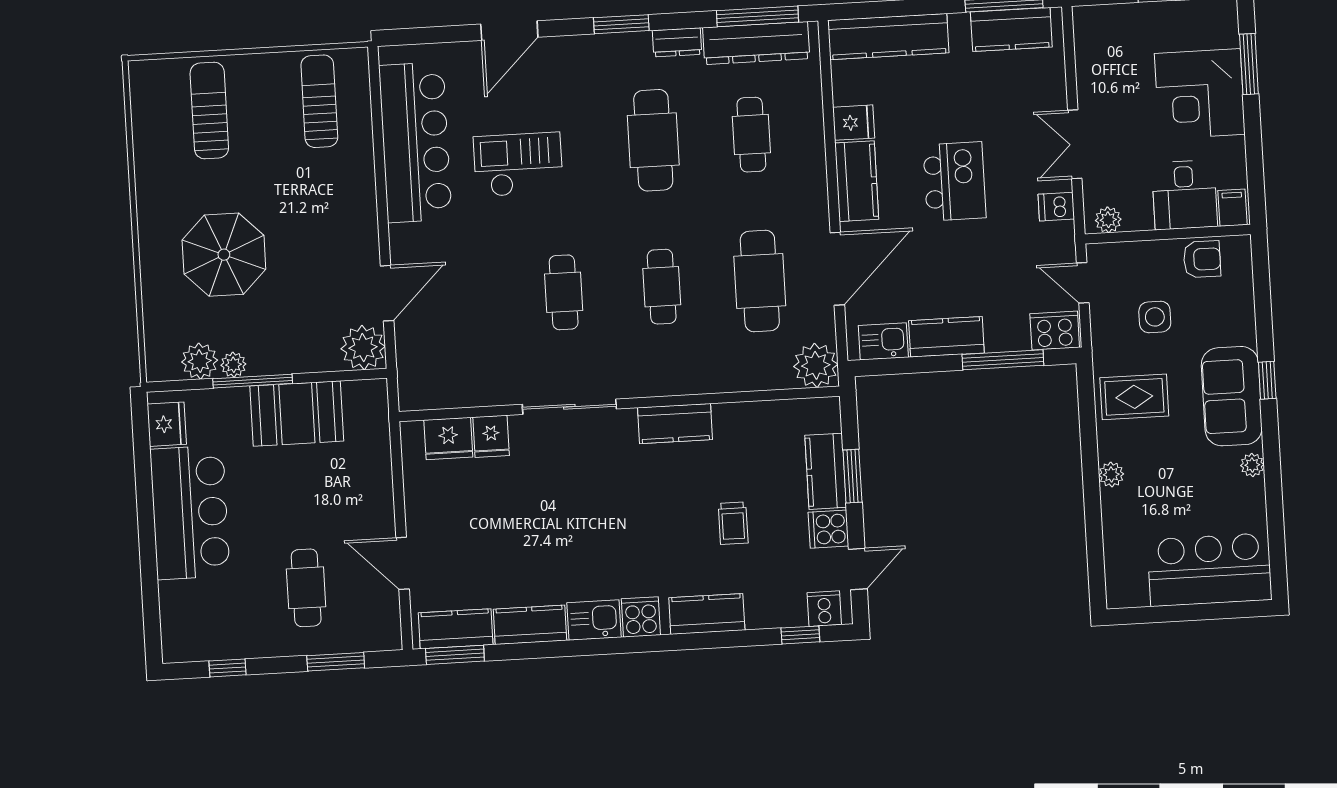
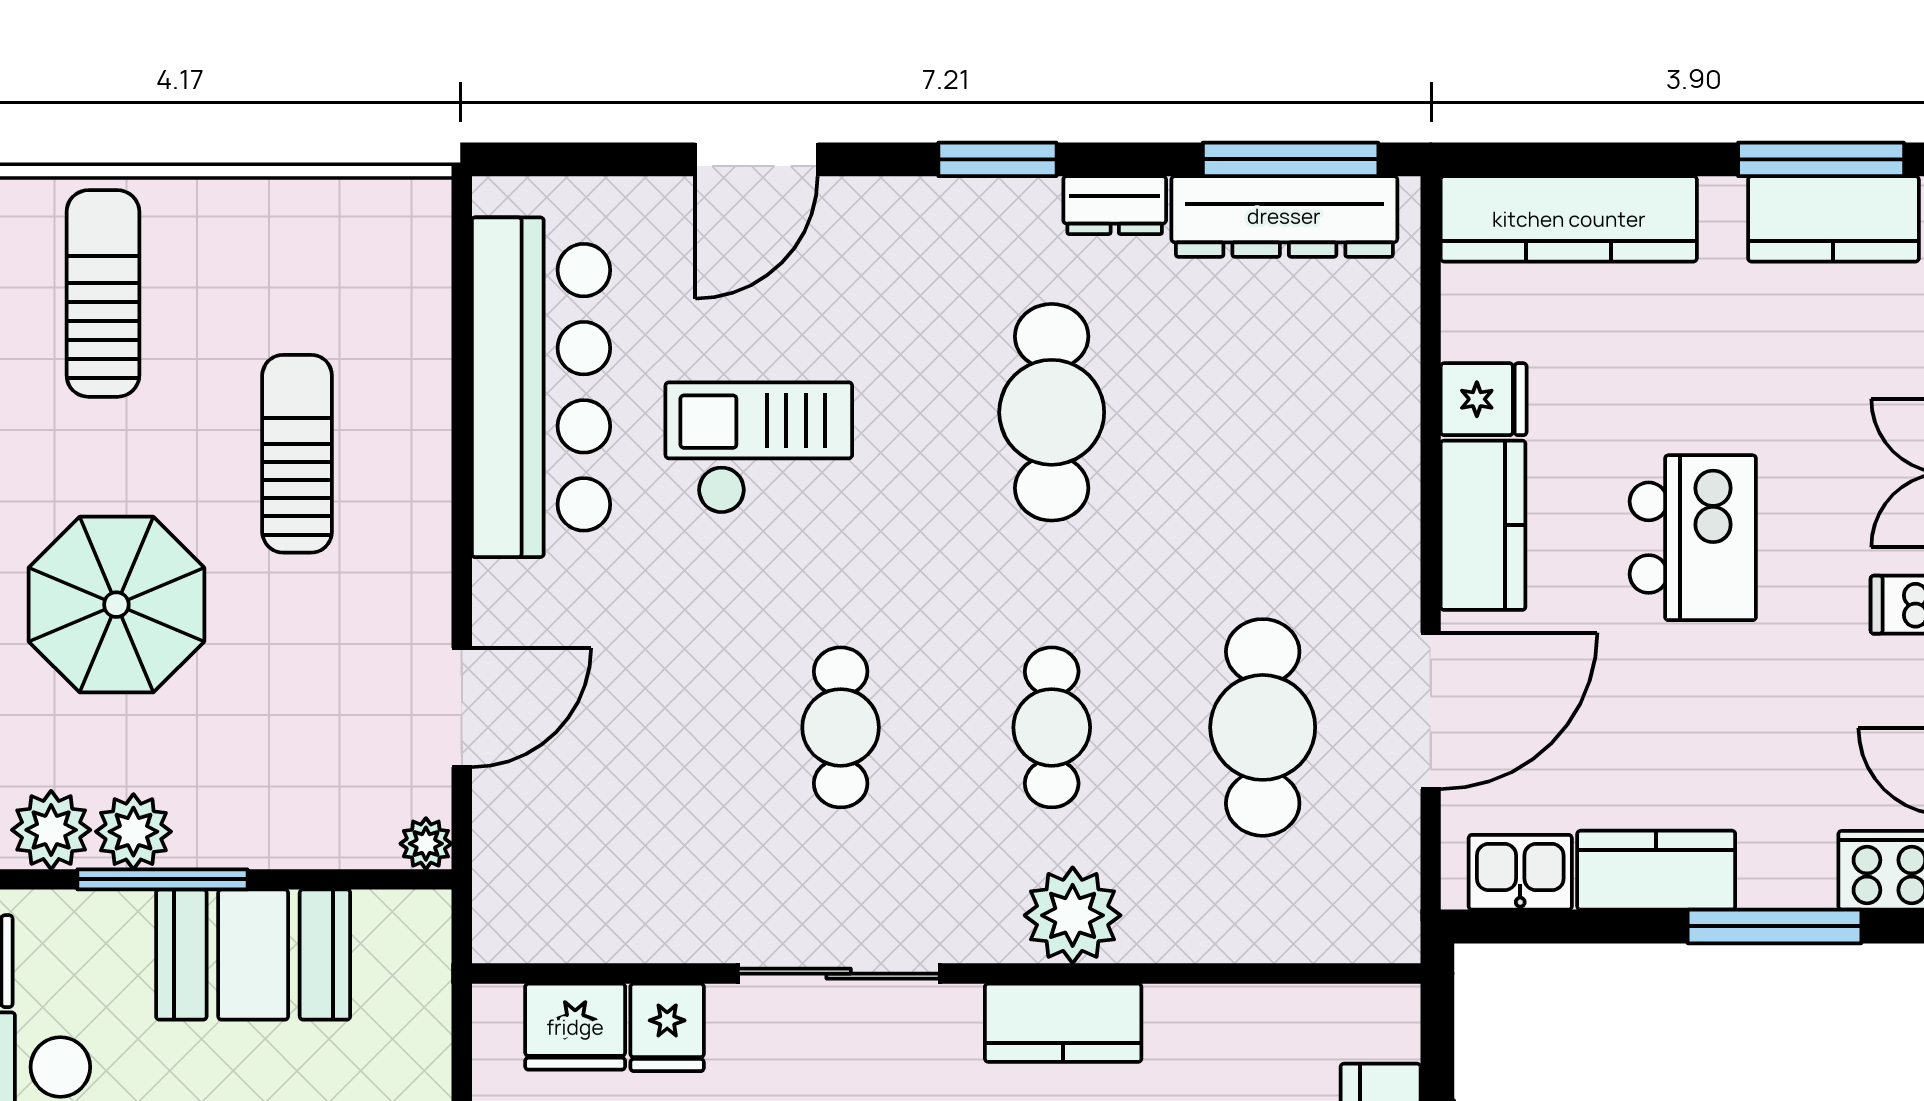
sun lounger: (319, 101) -> (297, 454), moved
cafe table: (751, 135) -> (1263, 412), removed
plant: (363, 348) -> (426, 844), width x0.53, depth x0.53
plant: (233, 365) -> (133, 832), width x1.38, depth x1.38
plant: (816, 365) -> (1073, 915), moved

